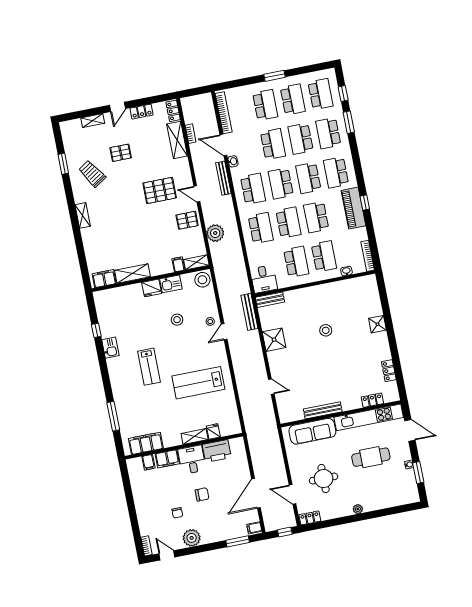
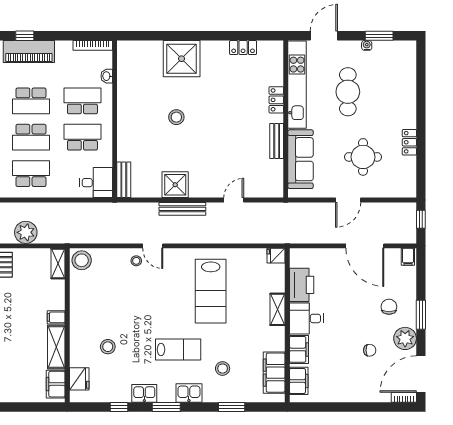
school desk: (288, 223) -> (31, 137), turned 180
filing cabinet: (178, 264) -> (56, 317), moved
kitchen sink: (171, 284) -> (189, 393), moved, turned -90
fridge: (152, 288) -> (79, 379), moved
bench: (249, 312) -> (182, 209), moved
stool: (177, 320) -> (108, 347), moved
shower: (377, 324) -> (182, 59), width x1.86, depth x1.86
window: (103, 366) -> (166, 407), added
locker: (372, 400) -> (276, 100), moved
stool: (141, 403) -> (223, 369), added
bench: (323, 410) -> (277, 141), width x0.73
window: (113, 416) -> (232, 407), width x0.69
fridge: (213, 431) -> (276, 256), moved
filing cabinet: (148, 462) -> (299, 381), width x2.00
chair: (202, 494) -> (389, 307), moved
door: (293, 494) -> (348, 200), moved
plant: (358, 509) -> (410, 121), removed
locker: (310, 518) -> (409, 142), moved
window: (238, 541) -> (421, 315), moved
door: (167, 555) -> (421, 374), width x1.88

